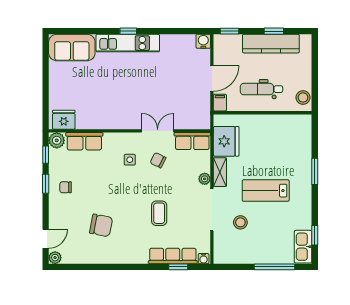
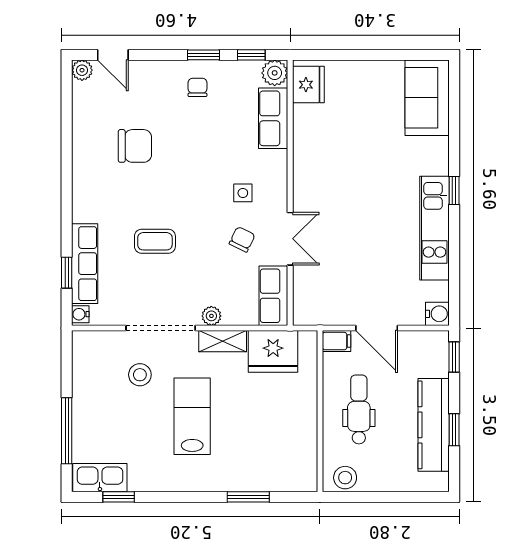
kitchen unit: (128, 43) -> (434, 228), moved
window: (315, 171) -> (248, 497), moved
chair: (101, 225) -> (135, 146), turned -101

